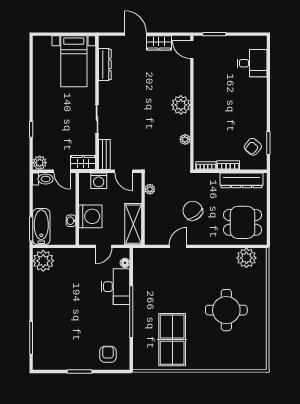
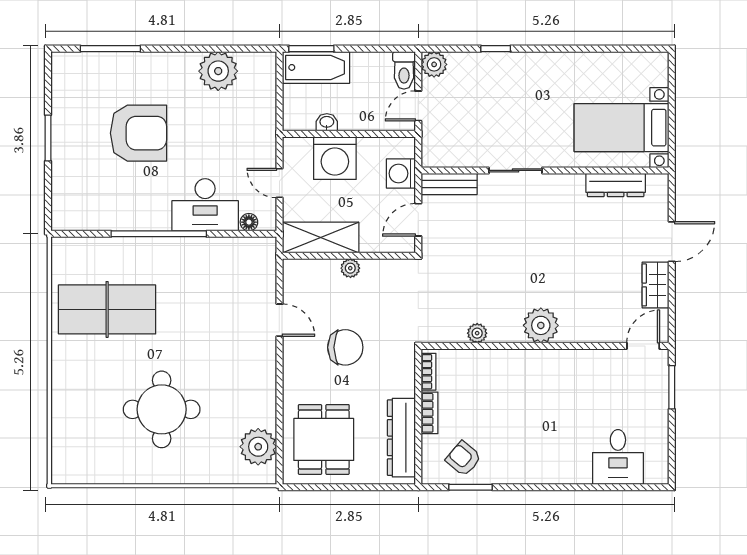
wardrobe: (83, 162) -> (435, 145), removed
plant: (150, 189) -> (350, 268), moved
chair: (193, 211) -> (345, 347), turned 37
plant: (43, 261) -> (218, 71), moved
armchair: (108, 354) -> (139, 133), moved, width x1.88, depth x1.88

